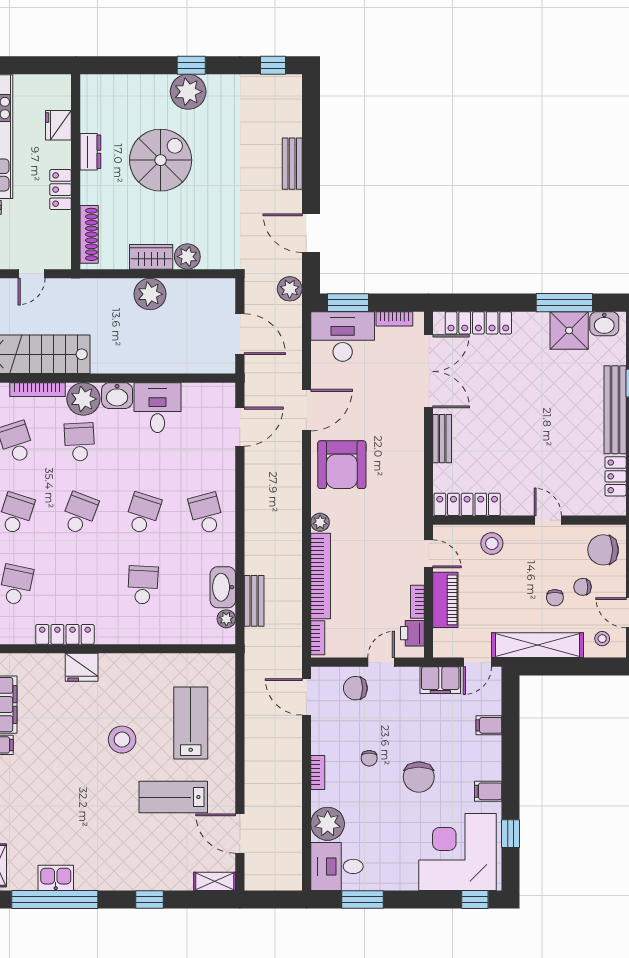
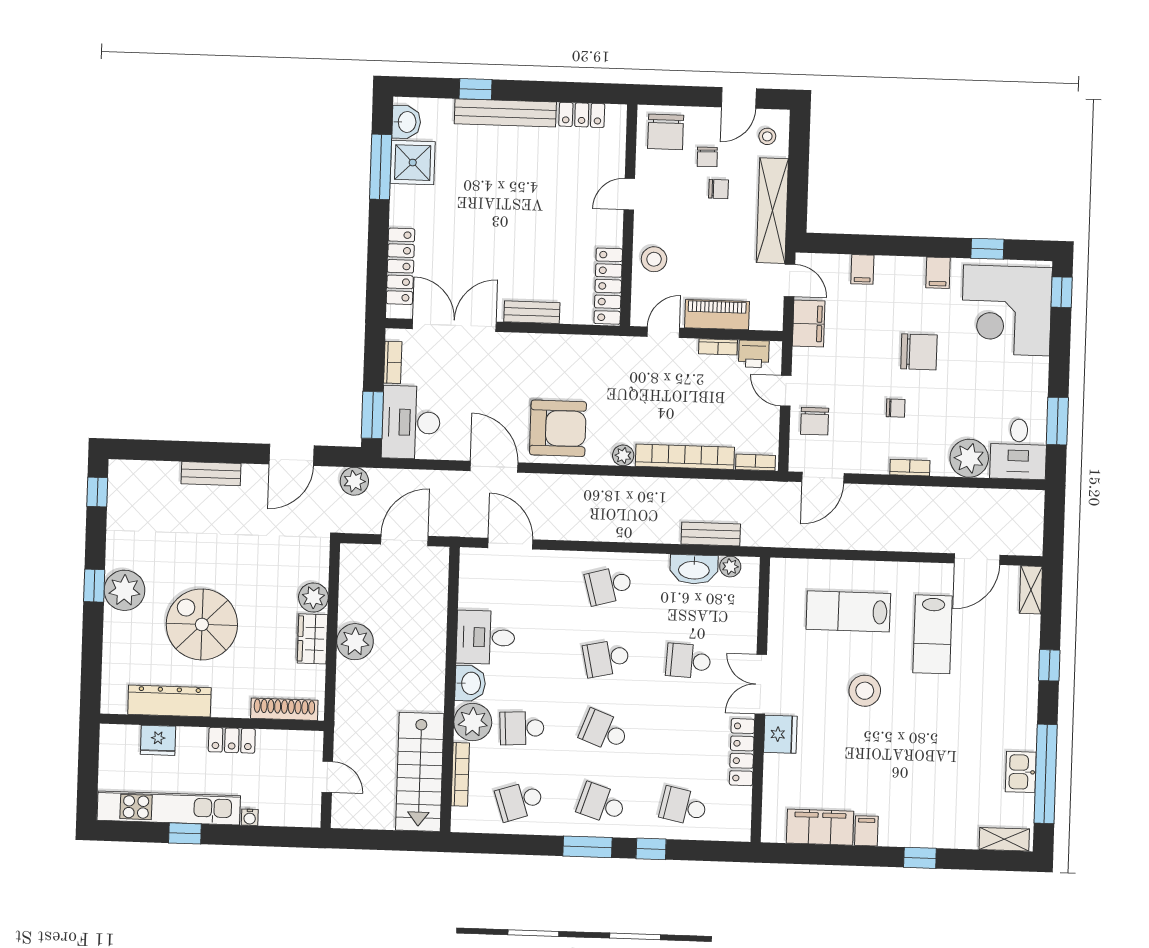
dresser: (90, 152) -> (169, 701), width x1.96, depth x1.24
school desk: (143, 513) -> (606, 658), turned -30
double door: (125, 649) -> (761, 684), added

